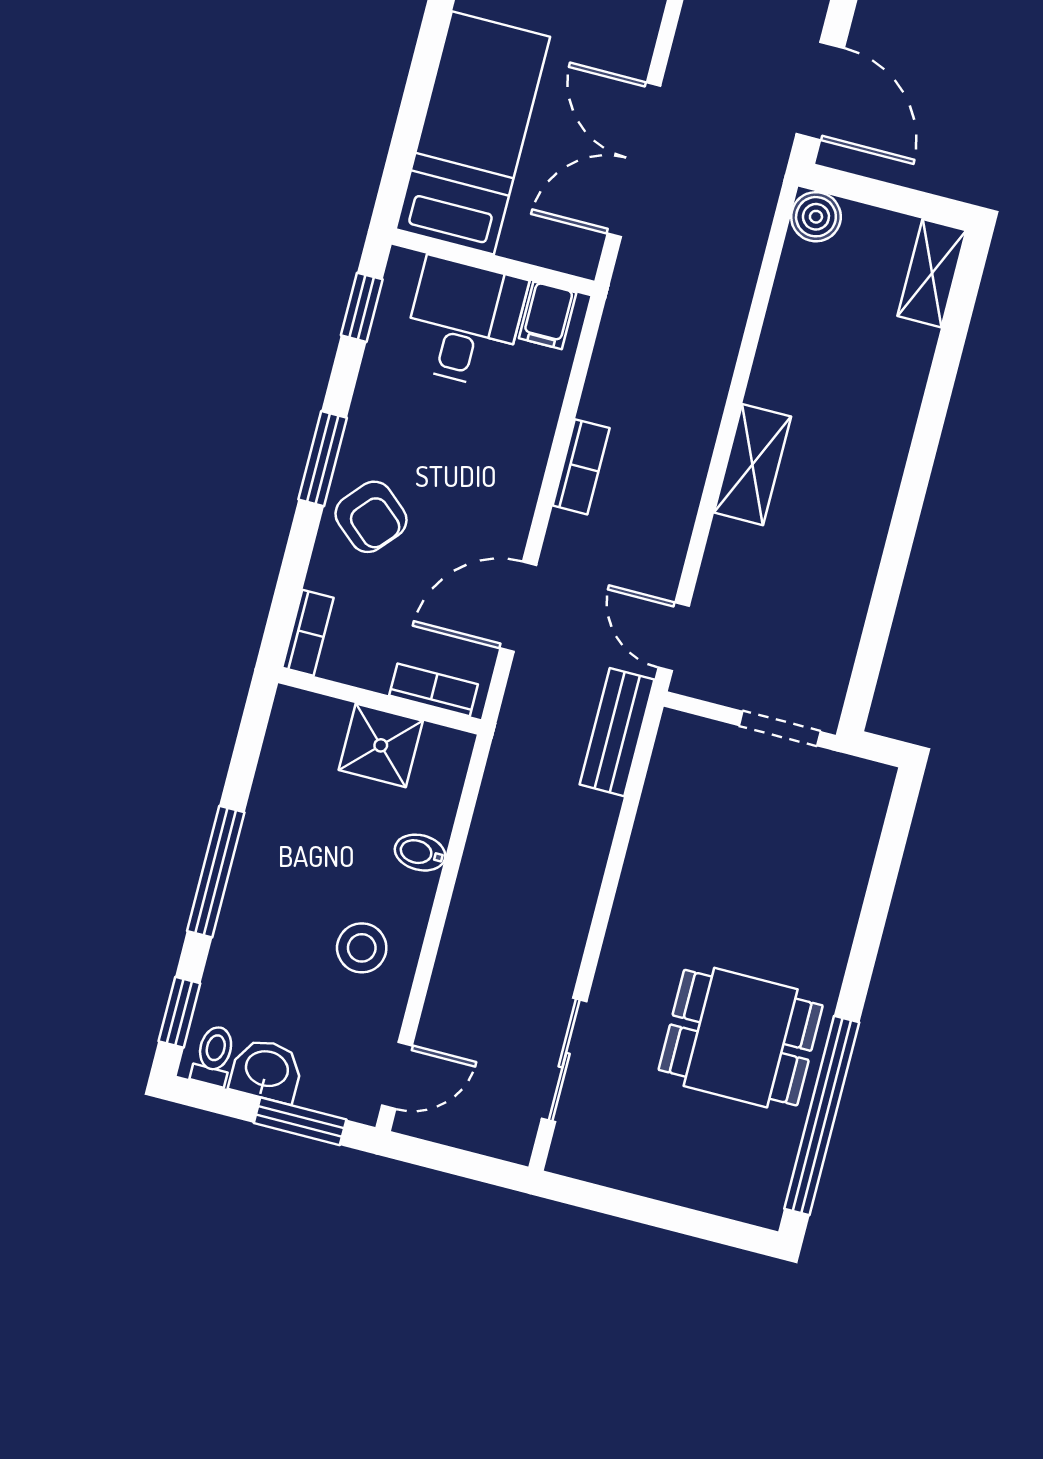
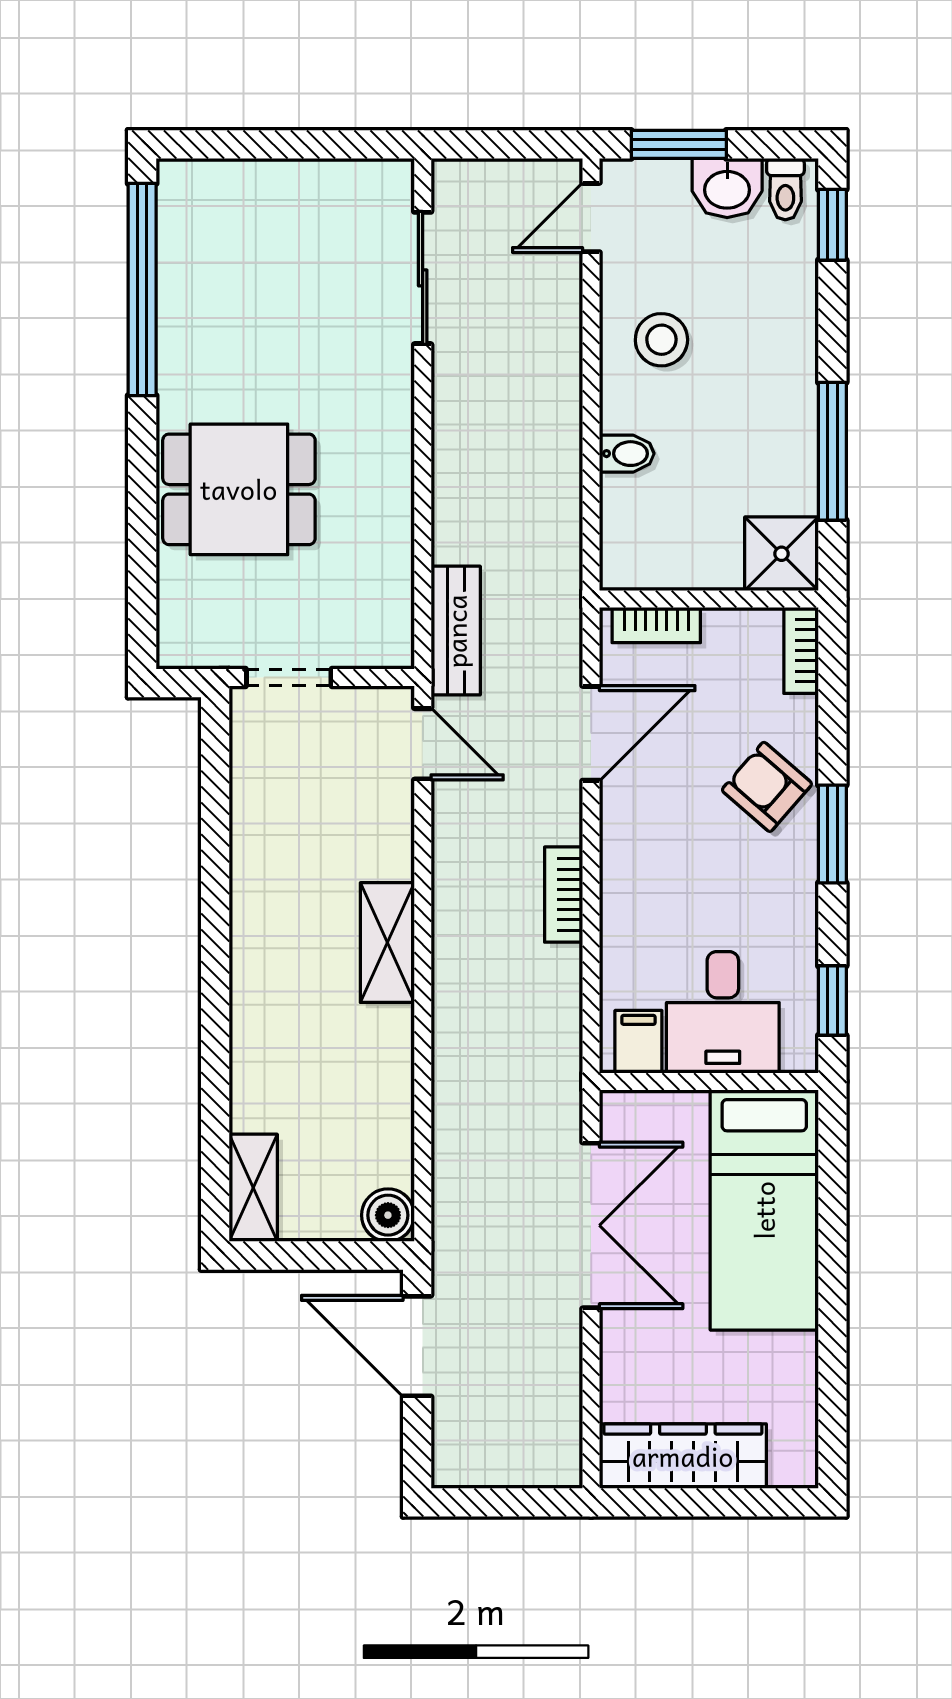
shower: (381, 745) -> (782, 554), moved
window: (216, 872) -> (832, 451), moved
dining table: (741, 1038) -> (239, 489), moved

